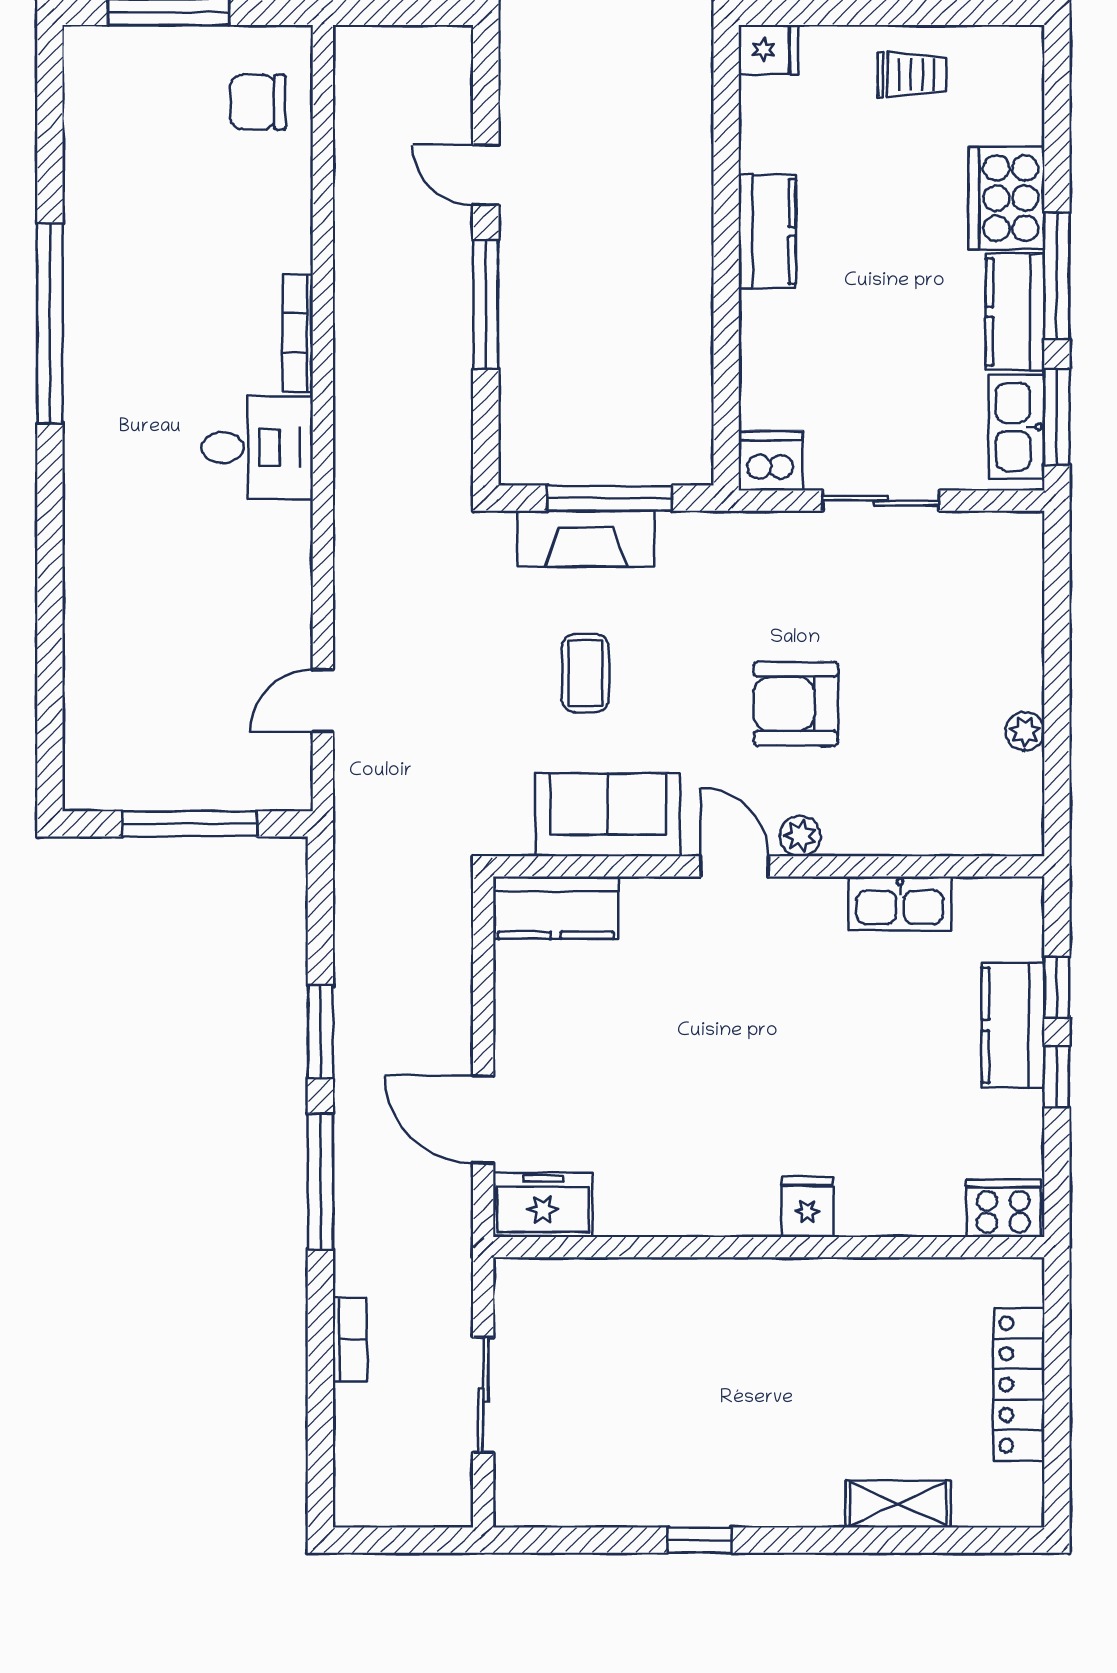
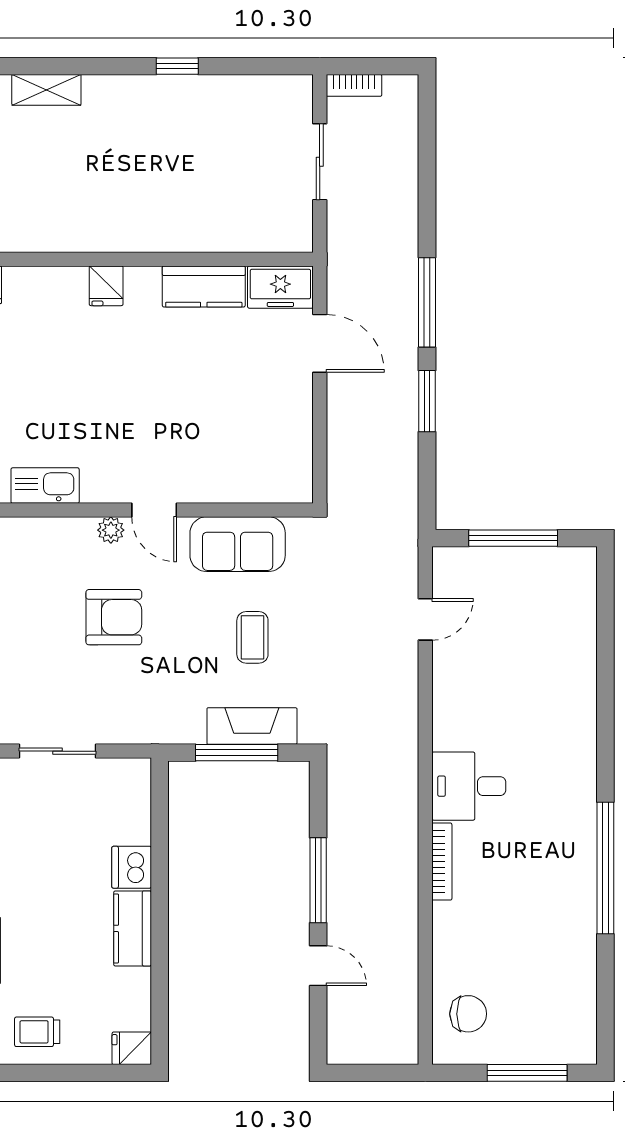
dishwasher: (771, 461) -> (132, 867), moved, turned 90
kitchen counter: (556, 908) -> (204, 286), moved, turned 180
bookcase: (350, 1340) -> (354, 85), moved, turned -90

